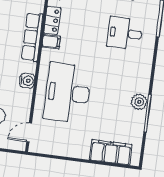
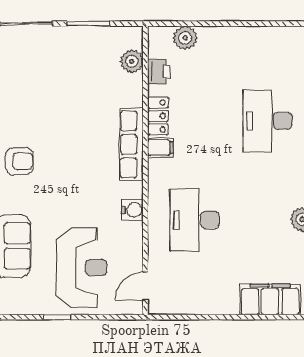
desk: (125, 33) -> (268, 121), width x1.37
desk: (68, 93) -> (195, 220), width x0.73, depth x0.77

